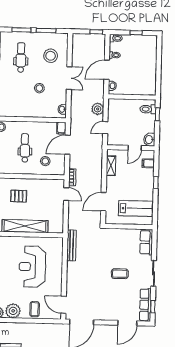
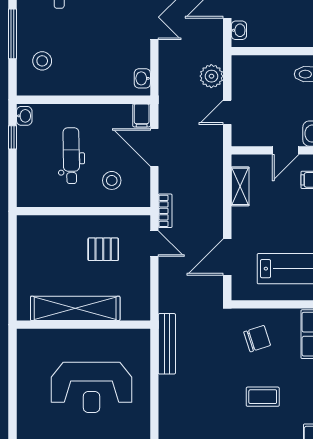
stool: (39, 88) -> (42, 61), moved
door: (67, 145) -> (154, 147), hinge flipped
pallet: (19, 196) -> (103, 249), moved
chair: (118, 244) -> (257, 339), added
reception desk: (32, 267) -> (91, 387), turned -90

